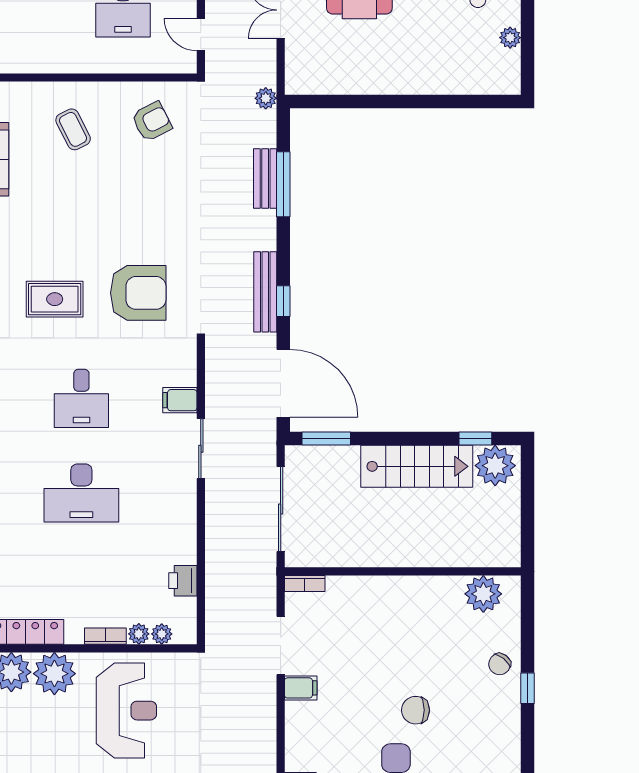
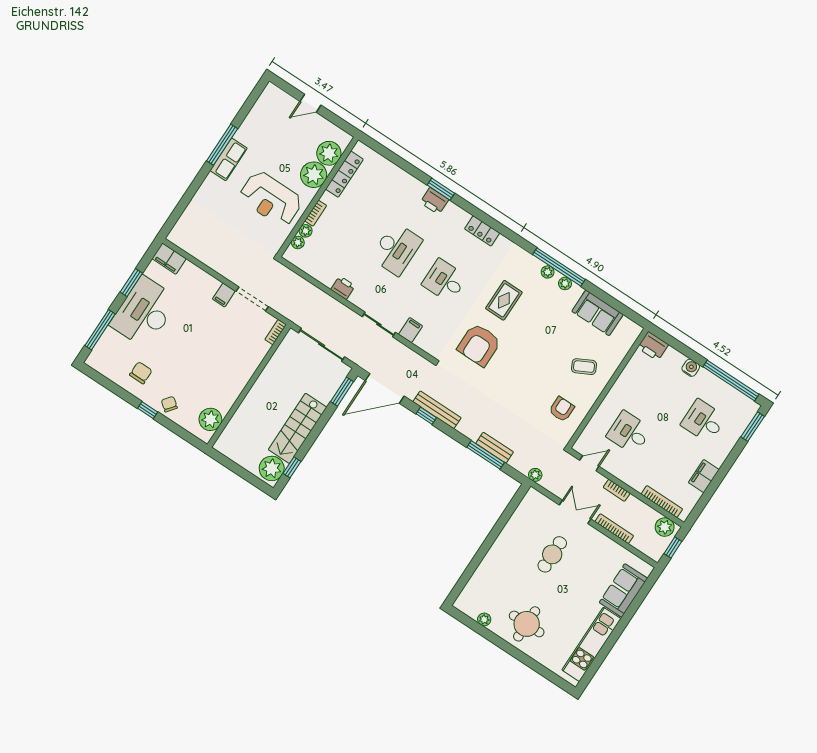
armchair: (152, 121) -> (562, 409), turned -153
desk: (81, 493) -> (396, 249), turned 180
printer: (183, 581) -> (343, 288), moved
chair: (416, 710) -> (141, 373), moved

